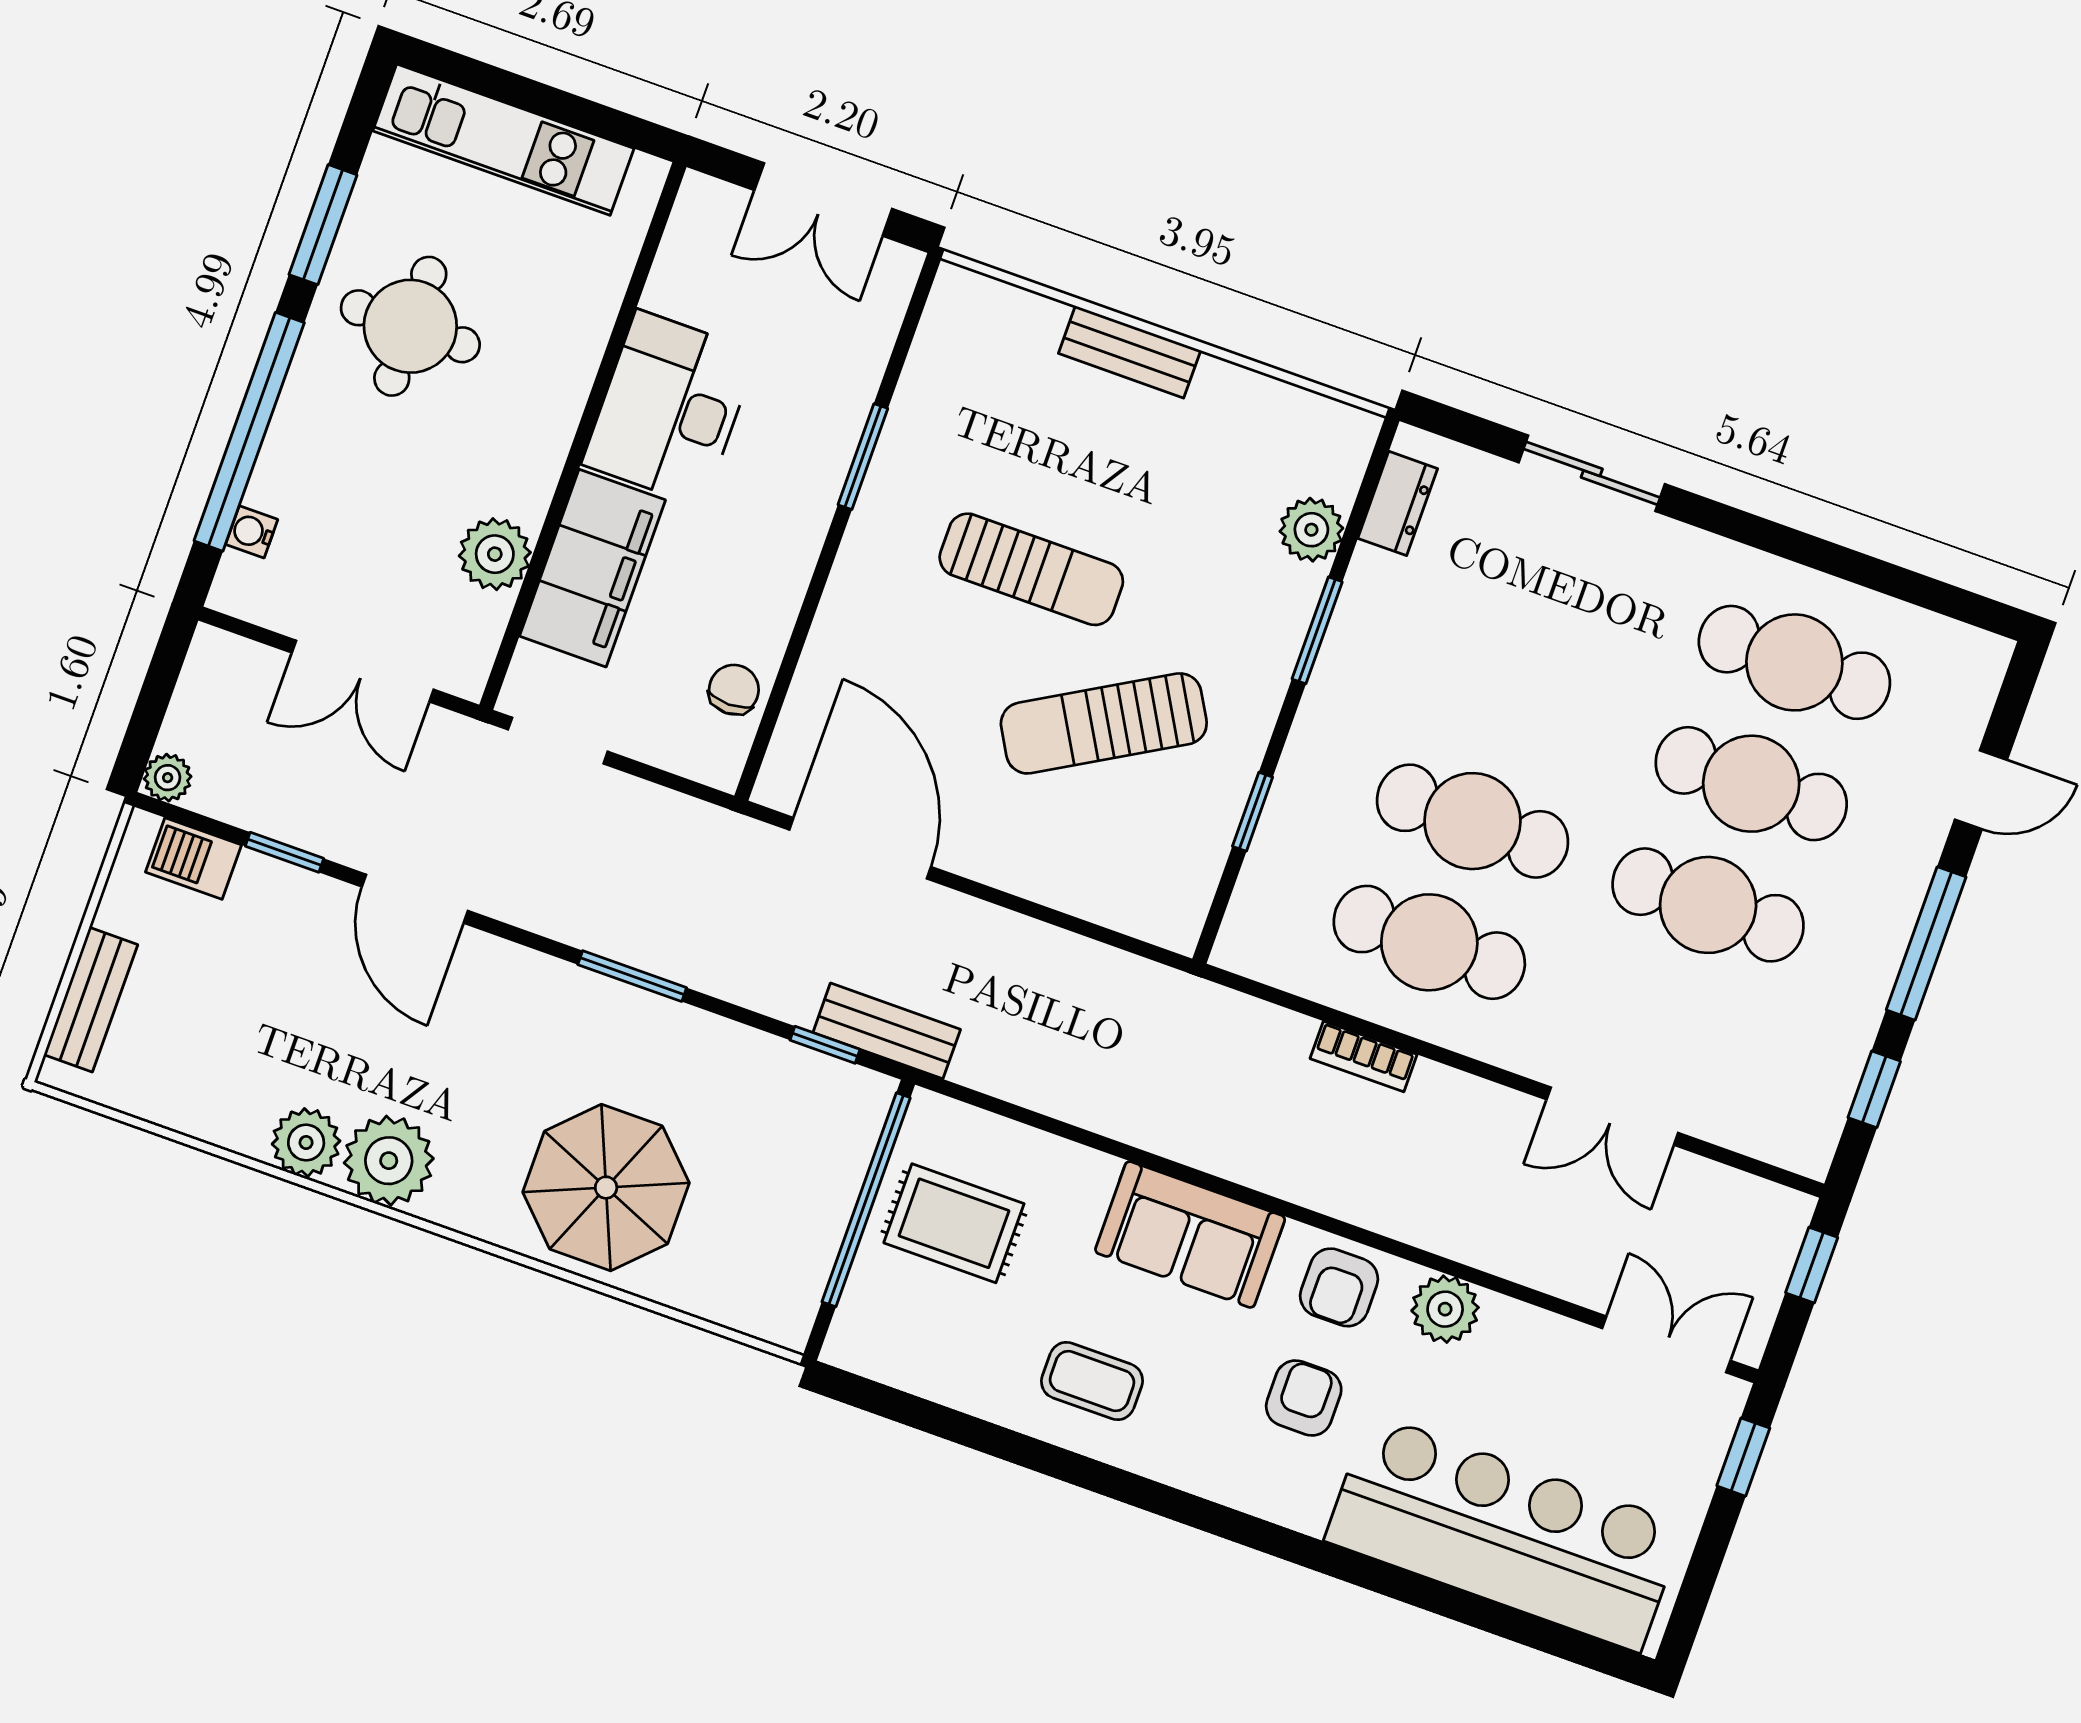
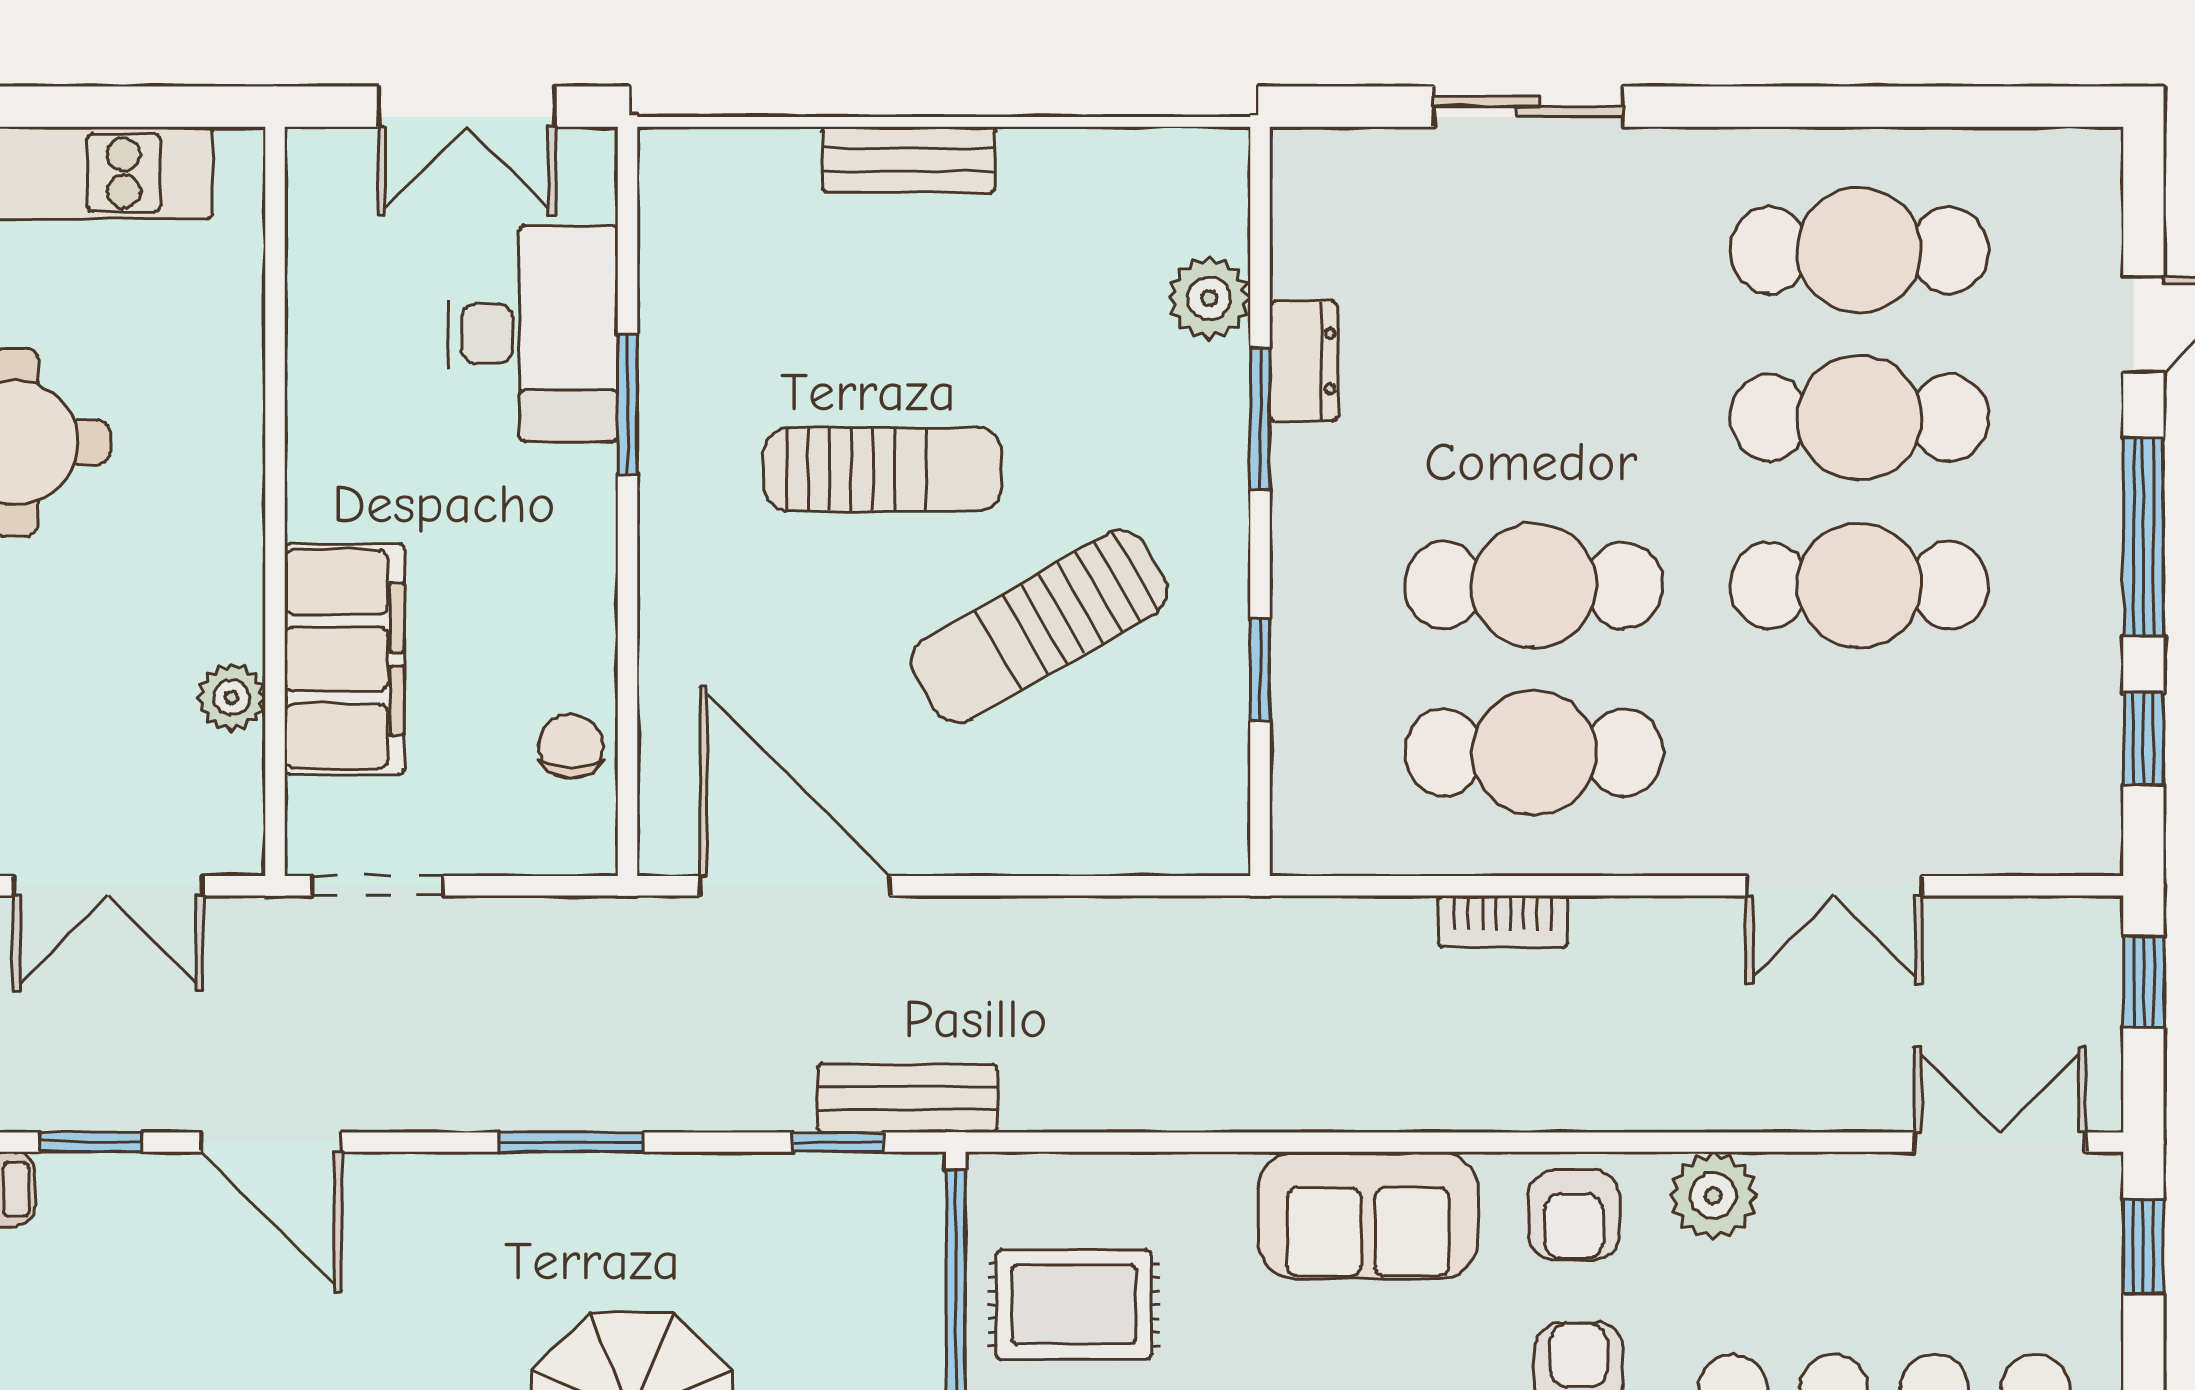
desk: (670, 408) -> (533, 333), moved, turned 180
dresser: (1398, 503) -> (1304, 361), moved
plant: (495, 554) -> (231, 697), width x0.73, depth x0.73

